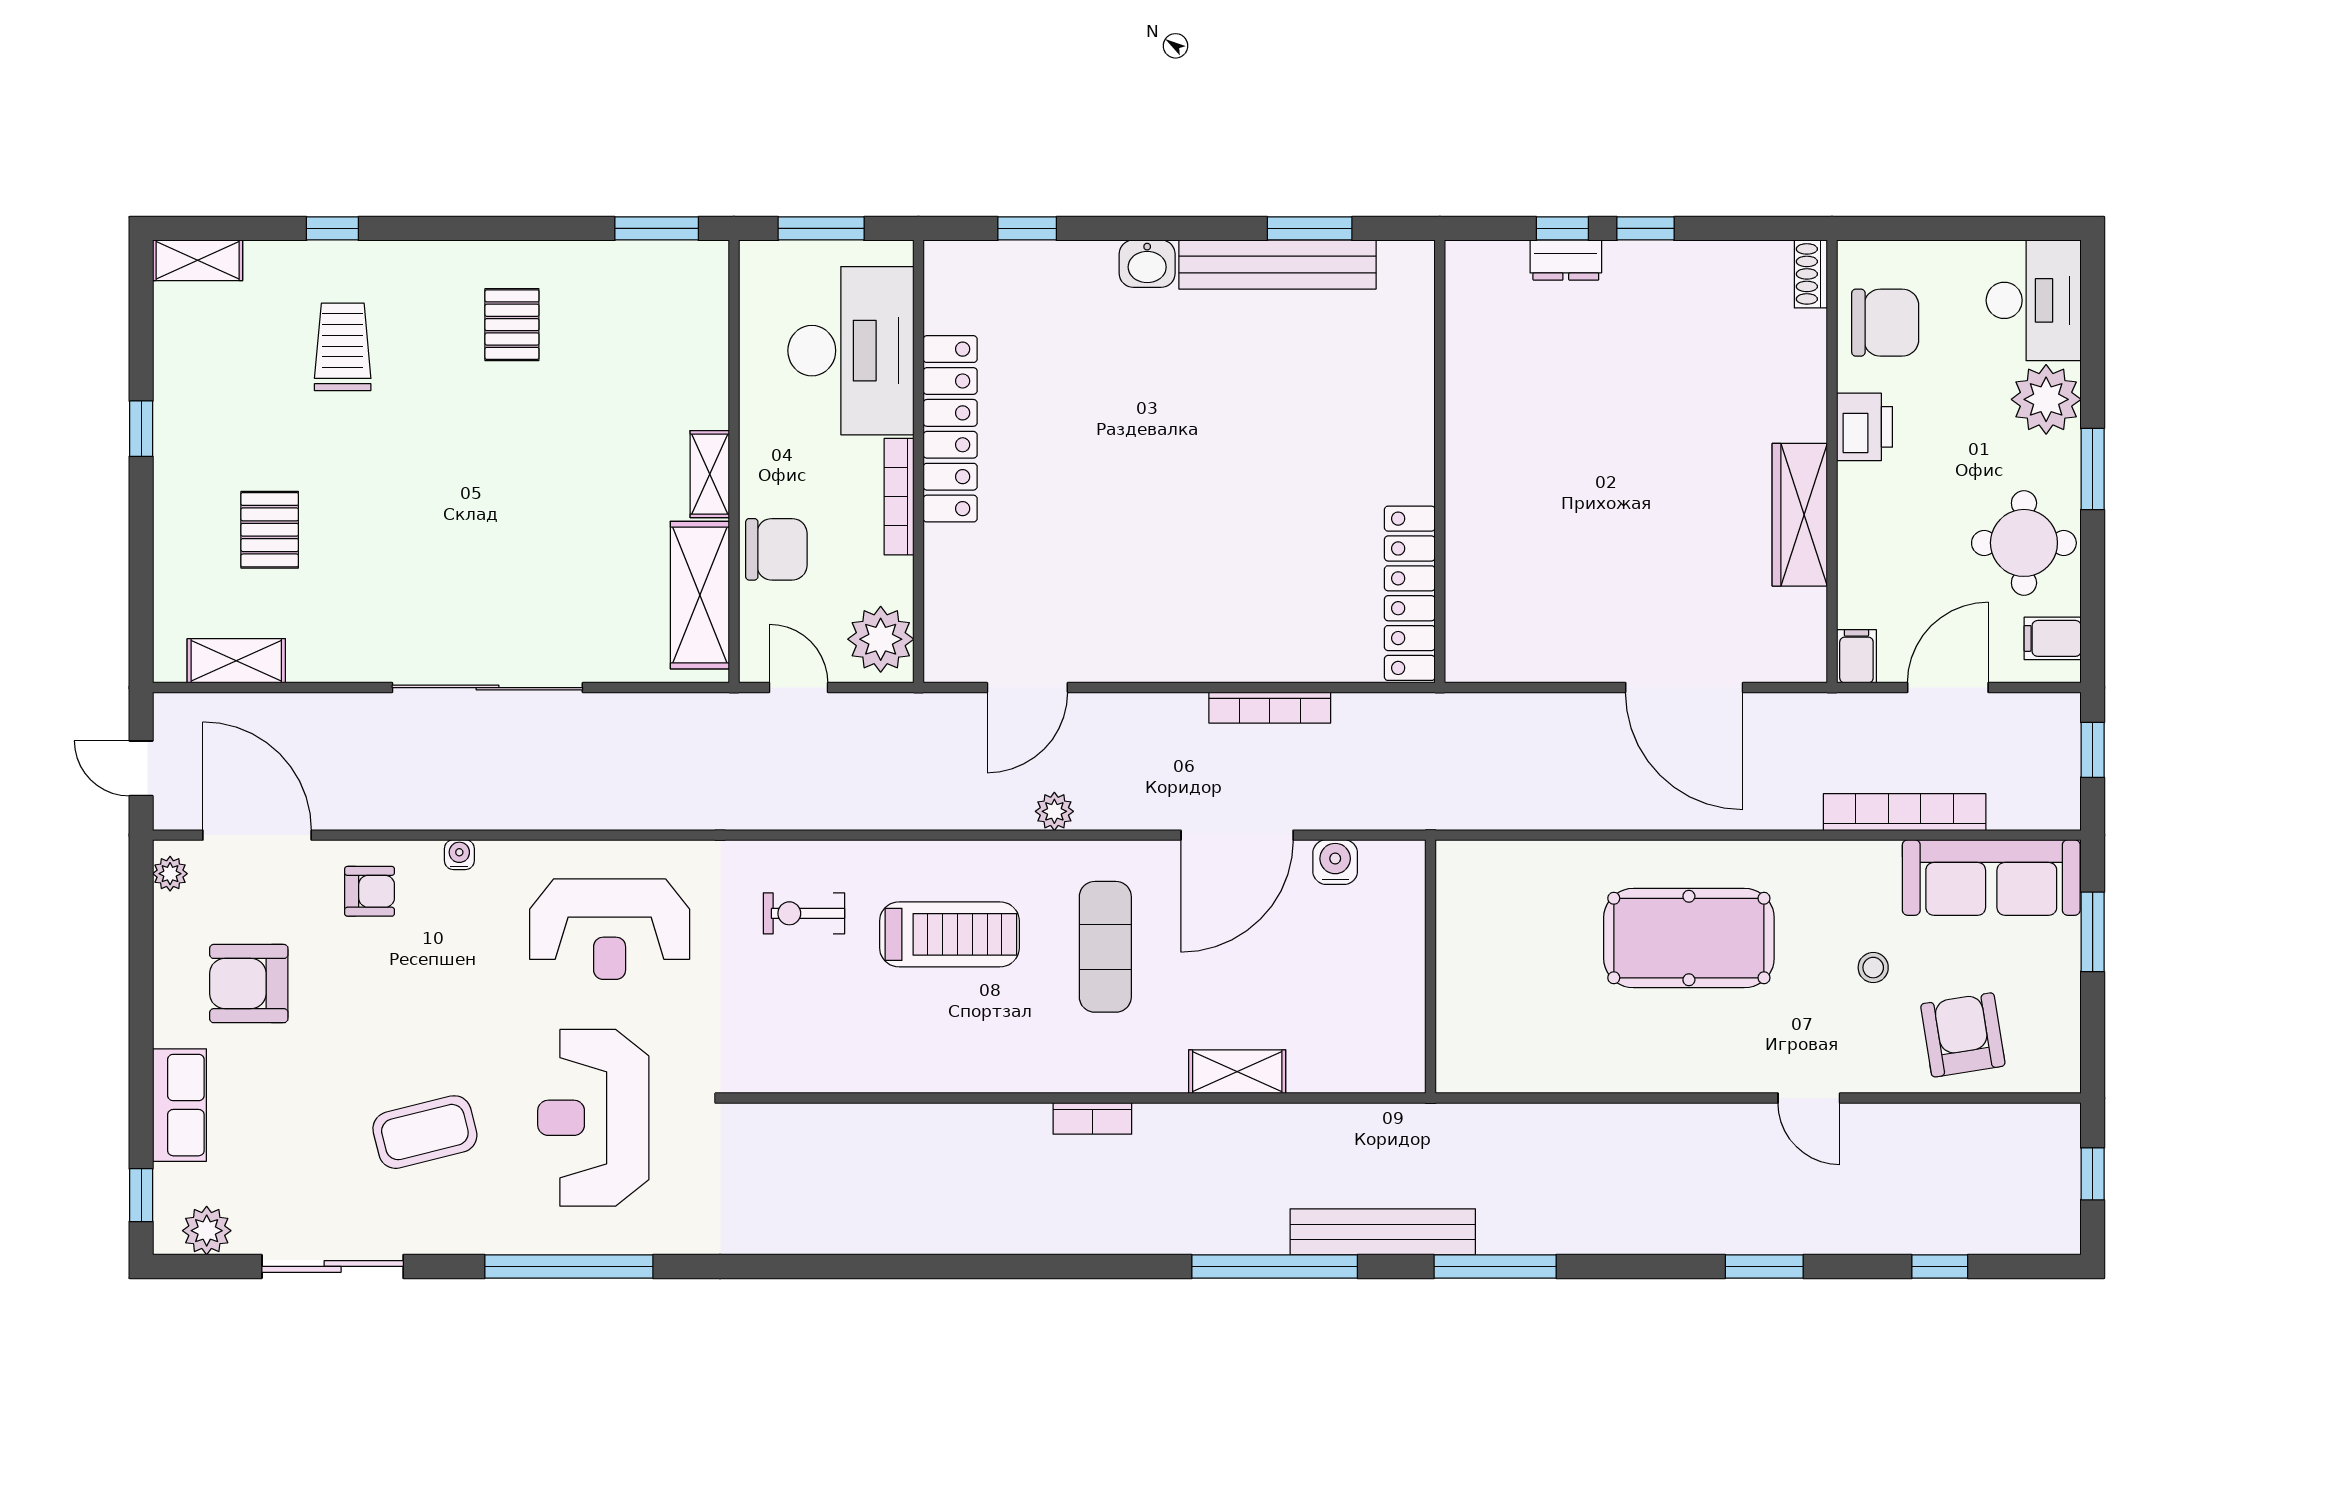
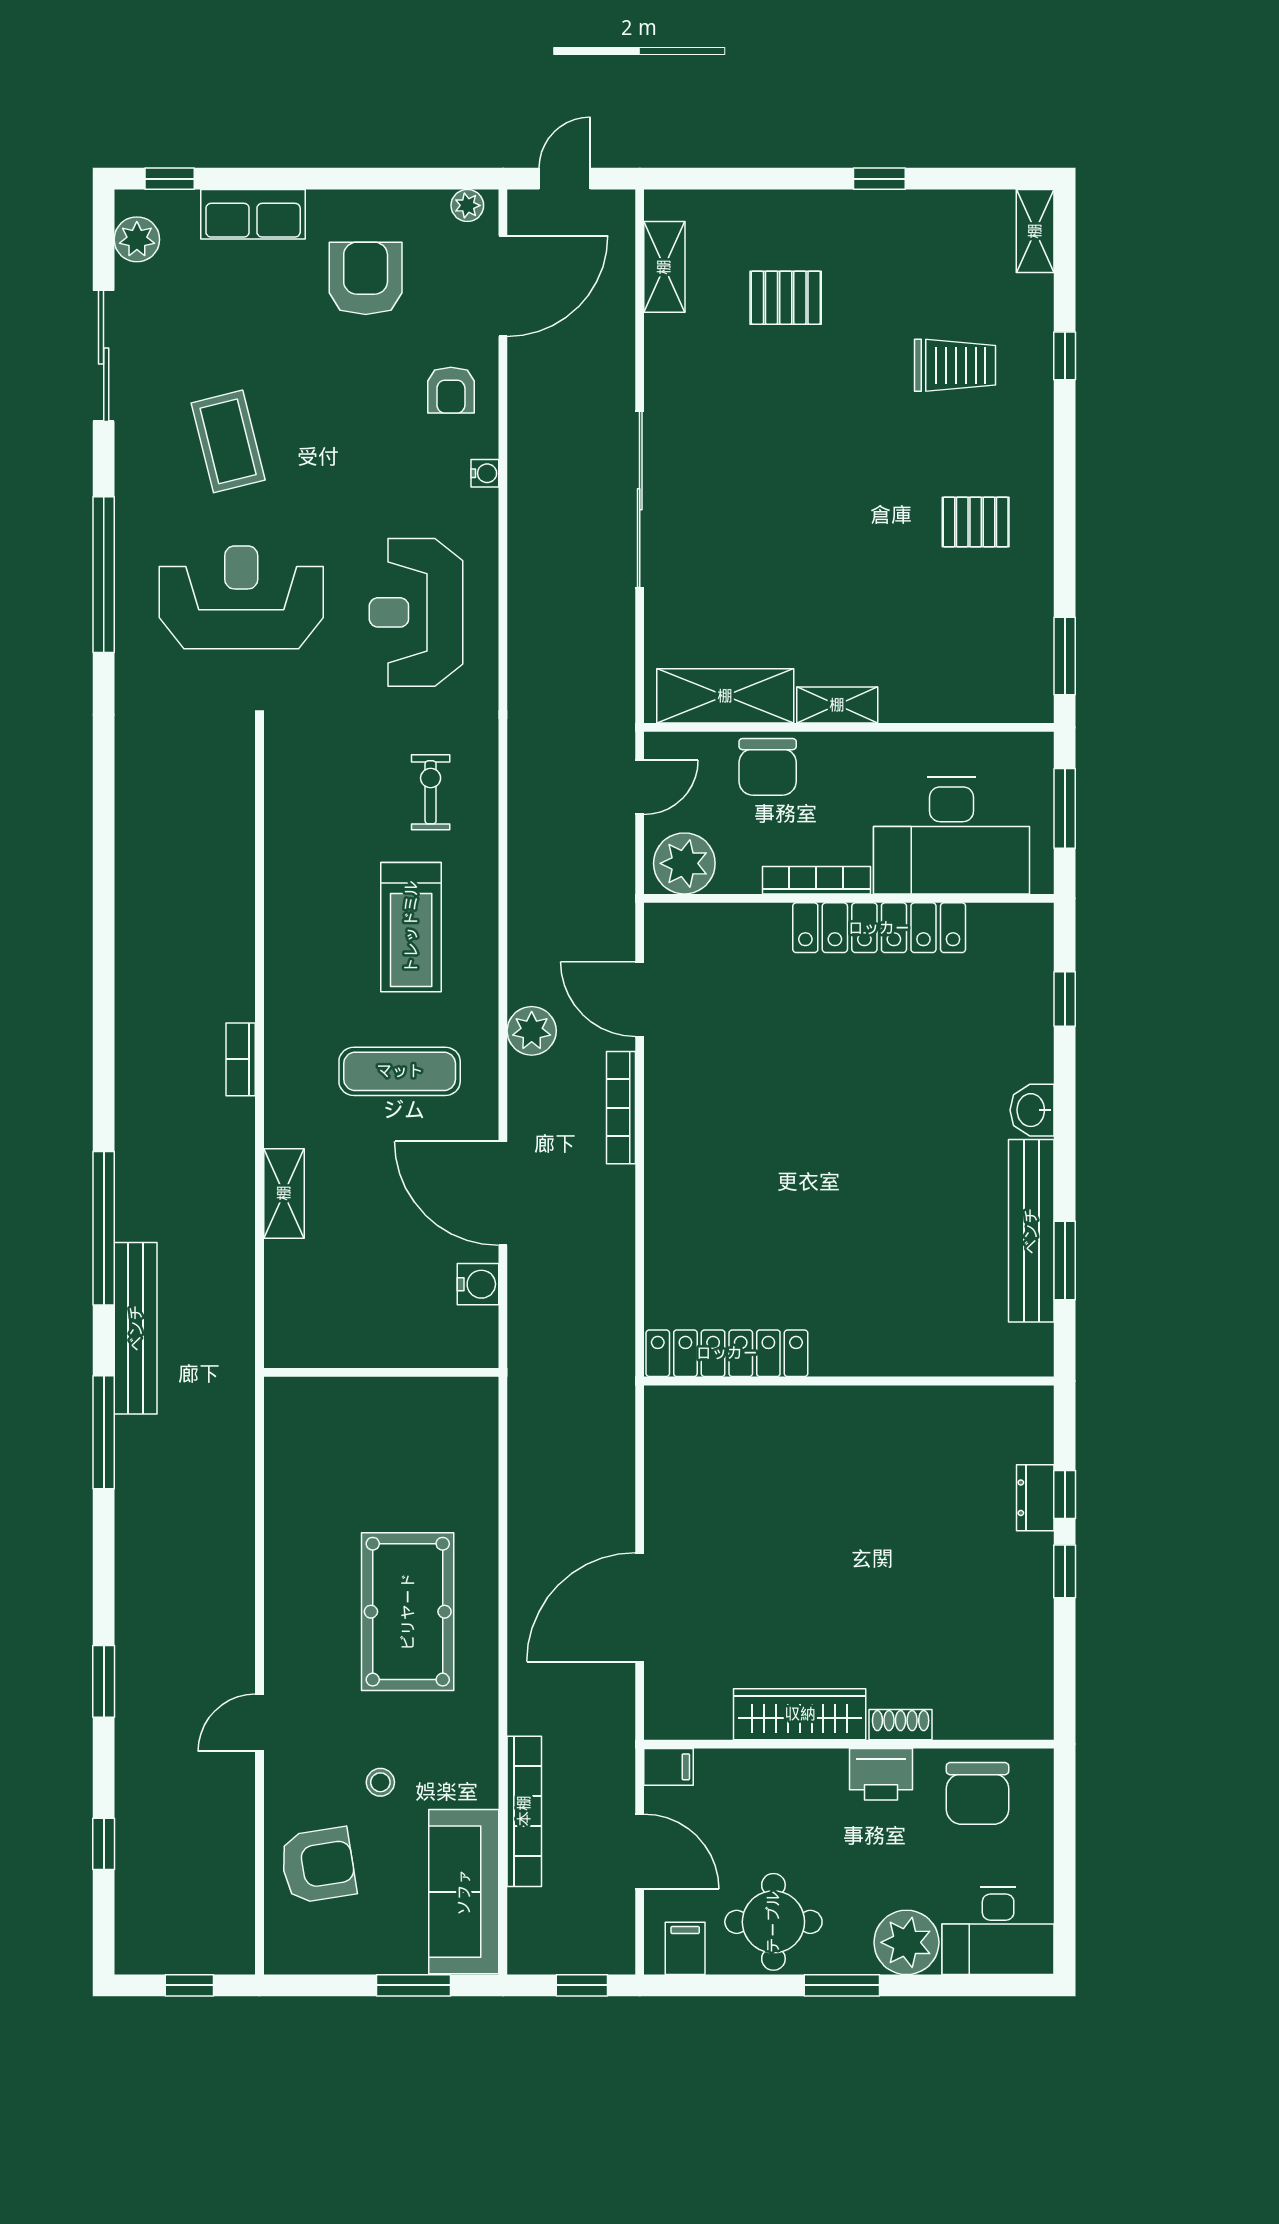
shoe rack: (1811, 274) -> (901, 1725), moved
bookcase: (1270, 708) -> (621, 1108), moved
plant: (1054, 811) -> (532, 1031), width x1.38, depth x1.38

